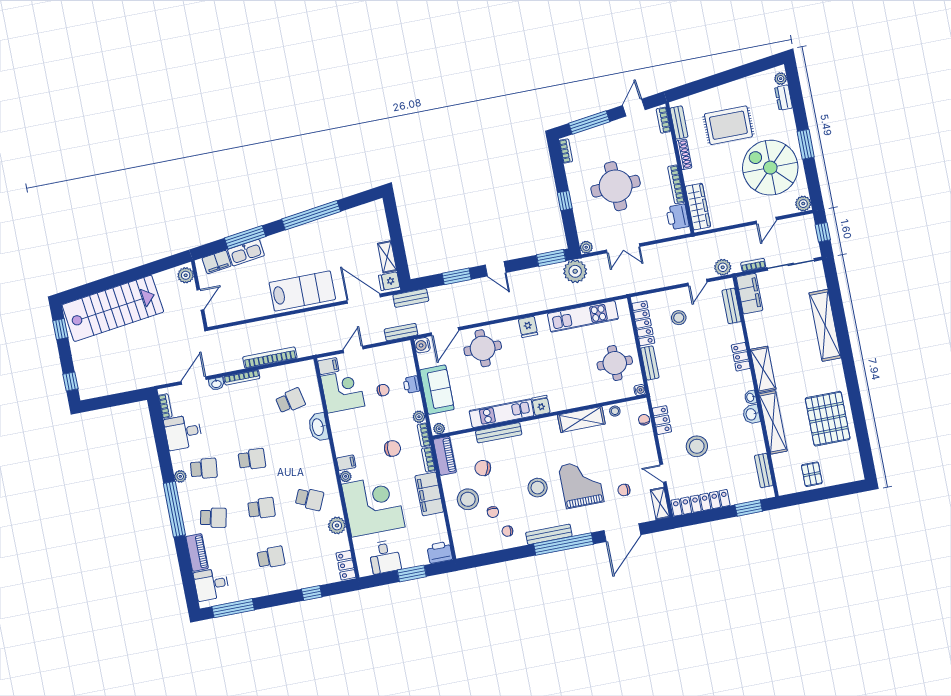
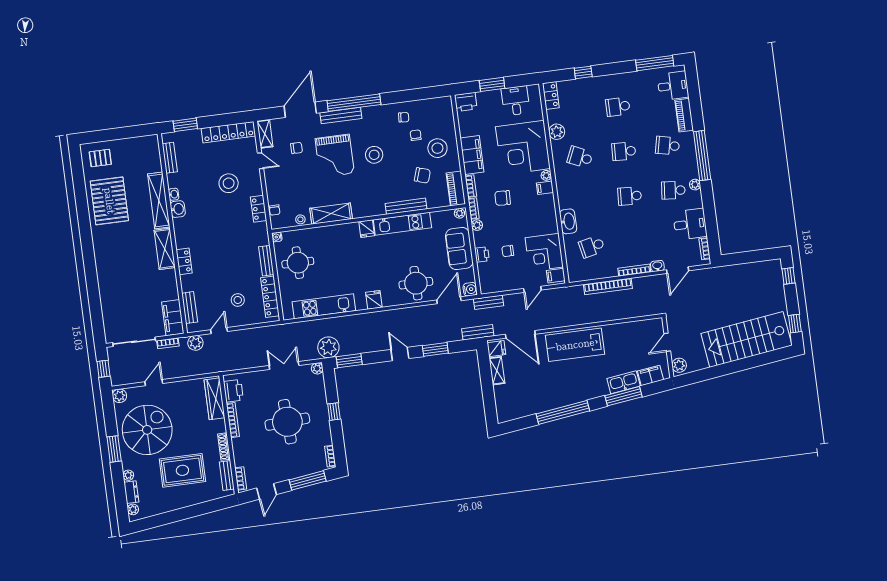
plant: (788, 116) -> (128, 475), added
spiral stairs: (770, 168) -> (147, 430), turned -90
shelving: (825, 325) -> (107, 285), removed
washbasin: (751, 397) -> (174, 194), moved
pallet: (812, 474) -> (100, 158), moved, turned 90
bench: (549, 534) -> (341, 116), moved

